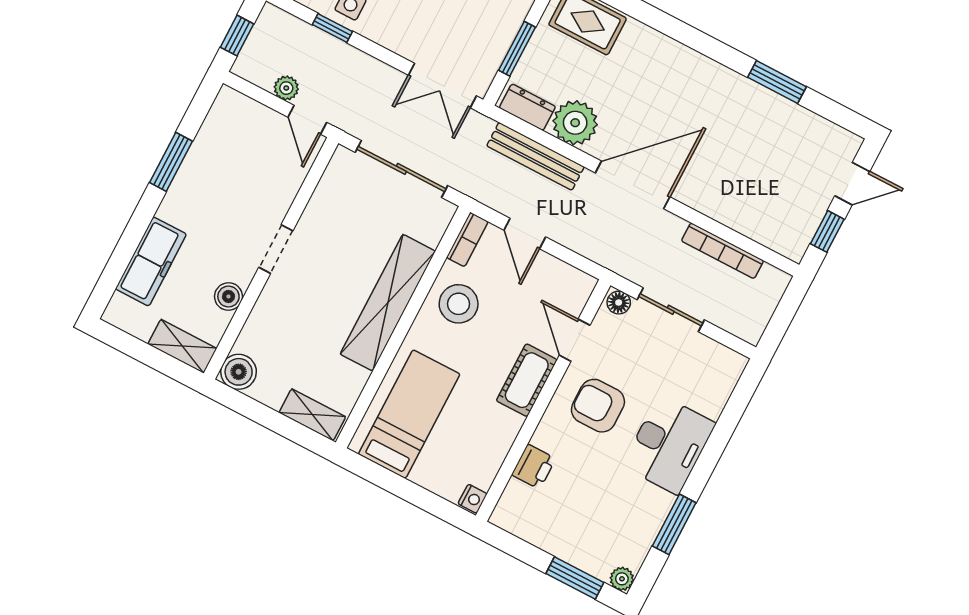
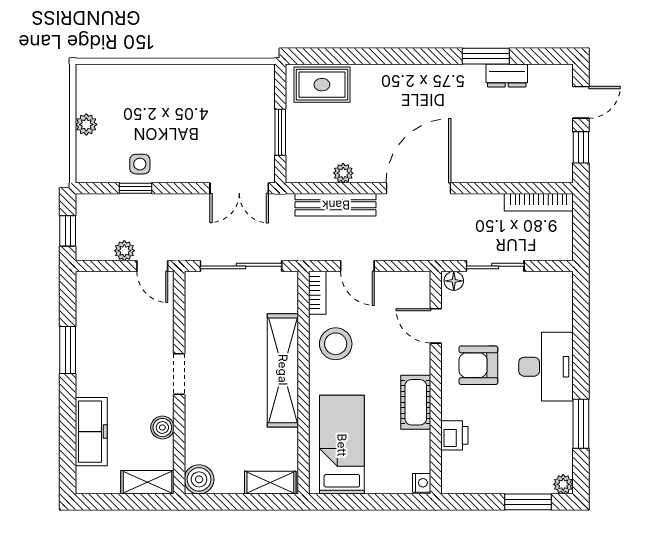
dresser: (527, 107) -> (507, 76), moved, turned 180
plant: (575, 123) -> (343, 173), width x0.53, depth x0.53
bookcase: (722, 251) -> (539, 202), moved
cot: (527, 380) -> (416, 402), moved

